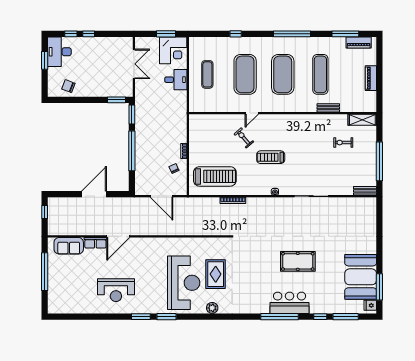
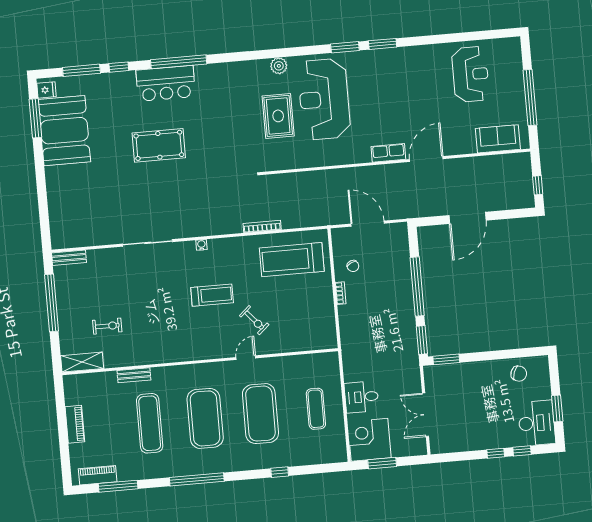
row of seats: (95, 243) -> (388, 153), moved
reception desk: (116, 290) -> (470, 74), moved, turned 90

